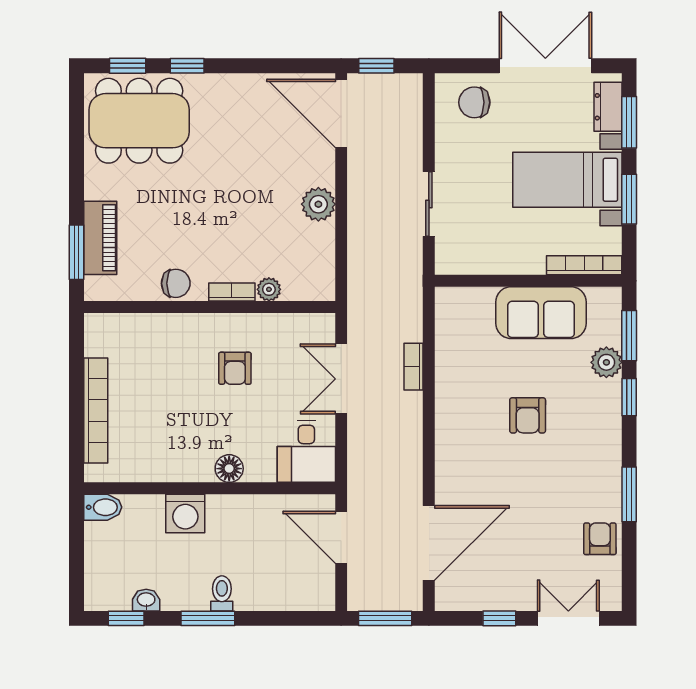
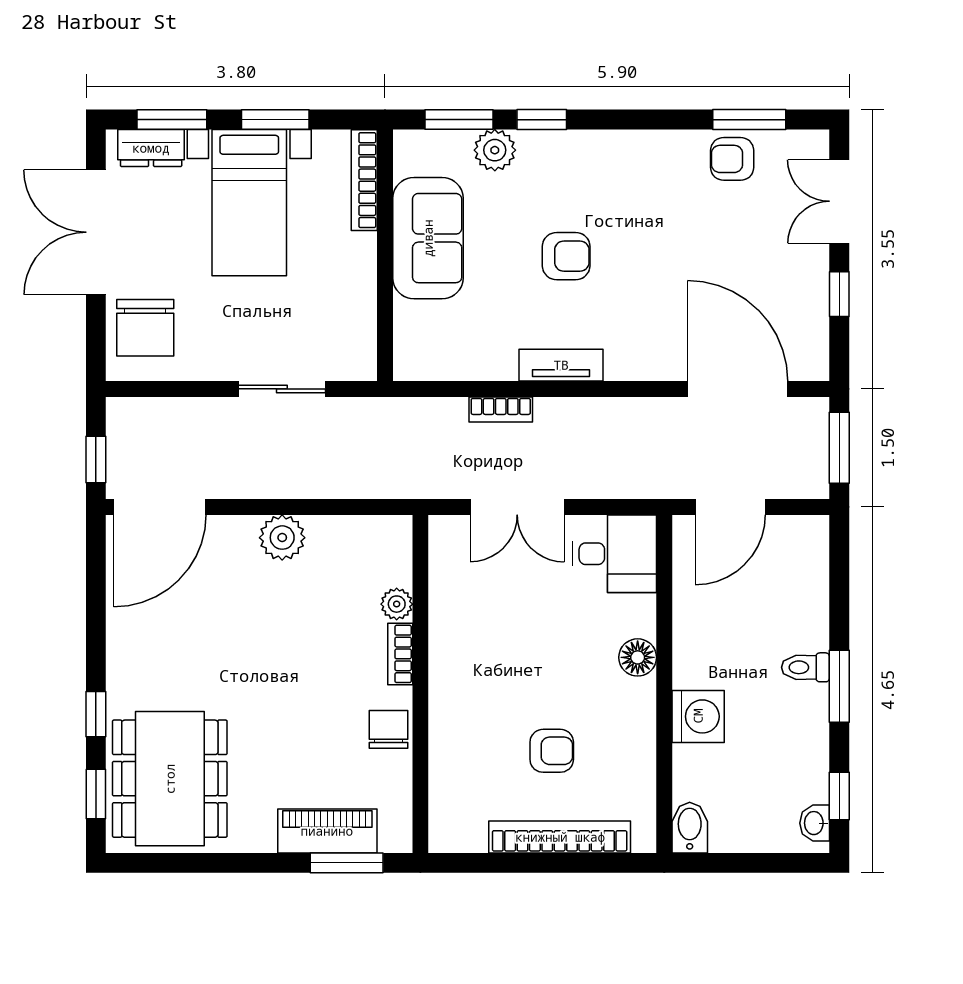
chair: (474, 102) -> (145, 328), width x1.37, depth x1.37
armchair: (235, 368) -> (552, 751), moved
tv unit: (447, 412) -> (561, 365), added
window: (629, 494) -> (749, 120), moved
washbasin: (146, 600) -> (815, 823), moved

